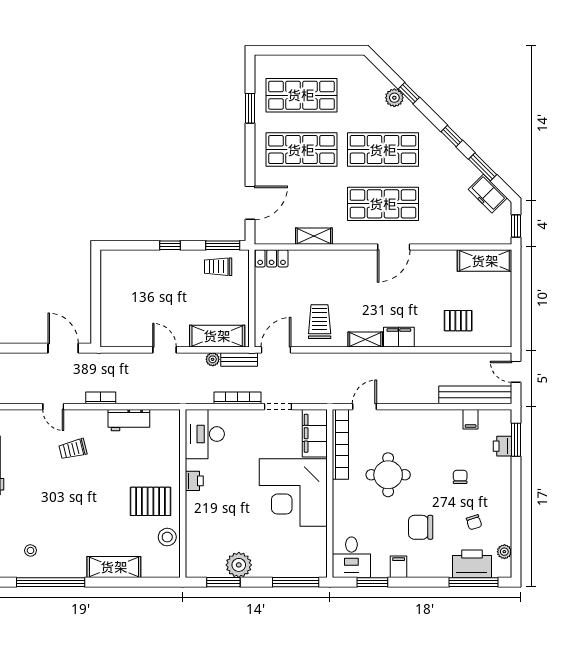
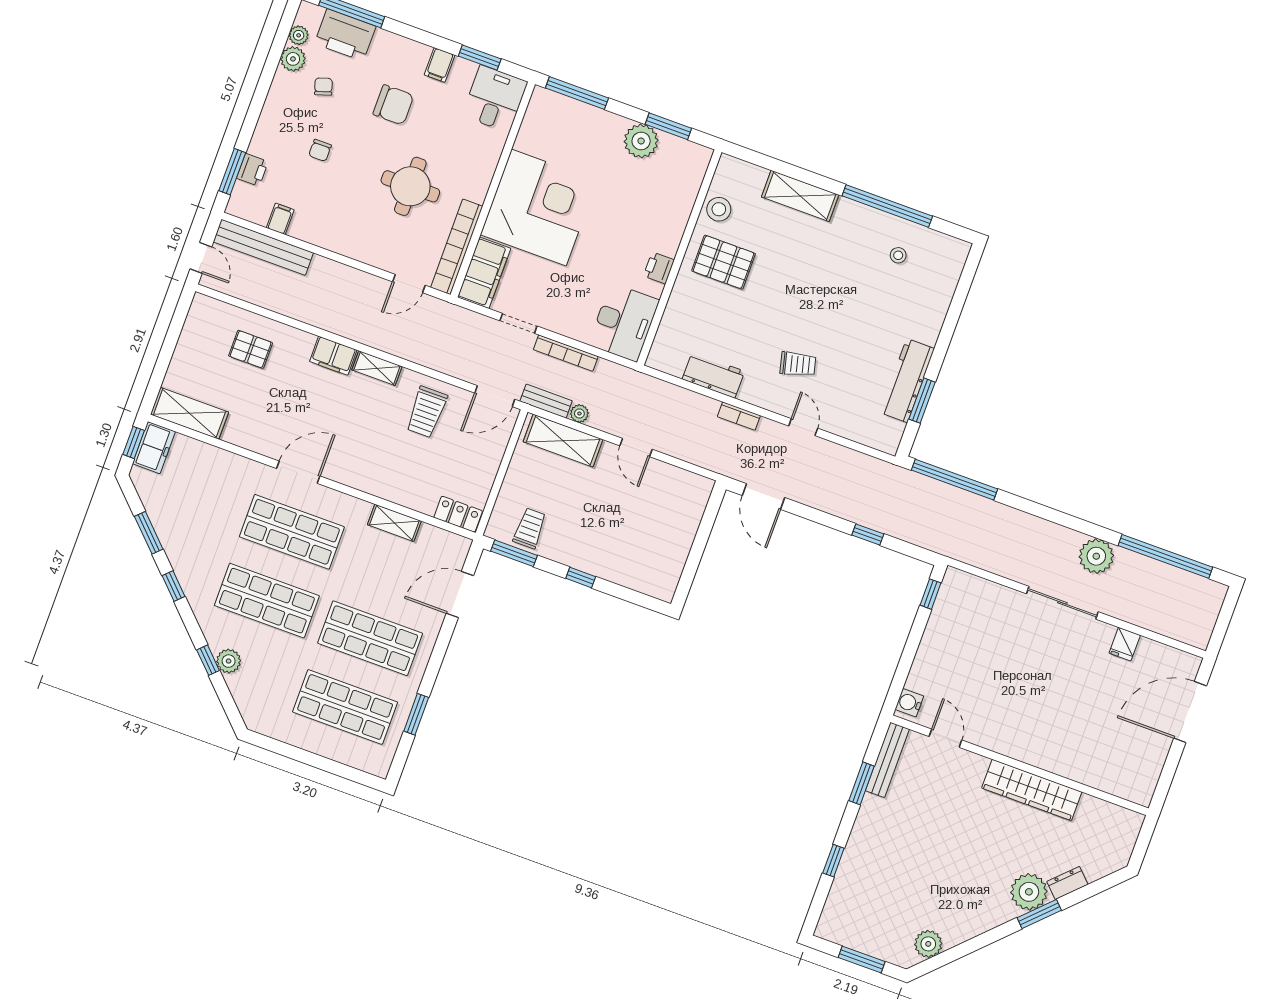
freezer: (488, 194) -> (154, 448), moved, turned 45
trolley: (218, 267) -> (530, 528), turned -90
plant: (502, 534) -> (293, 59), added

